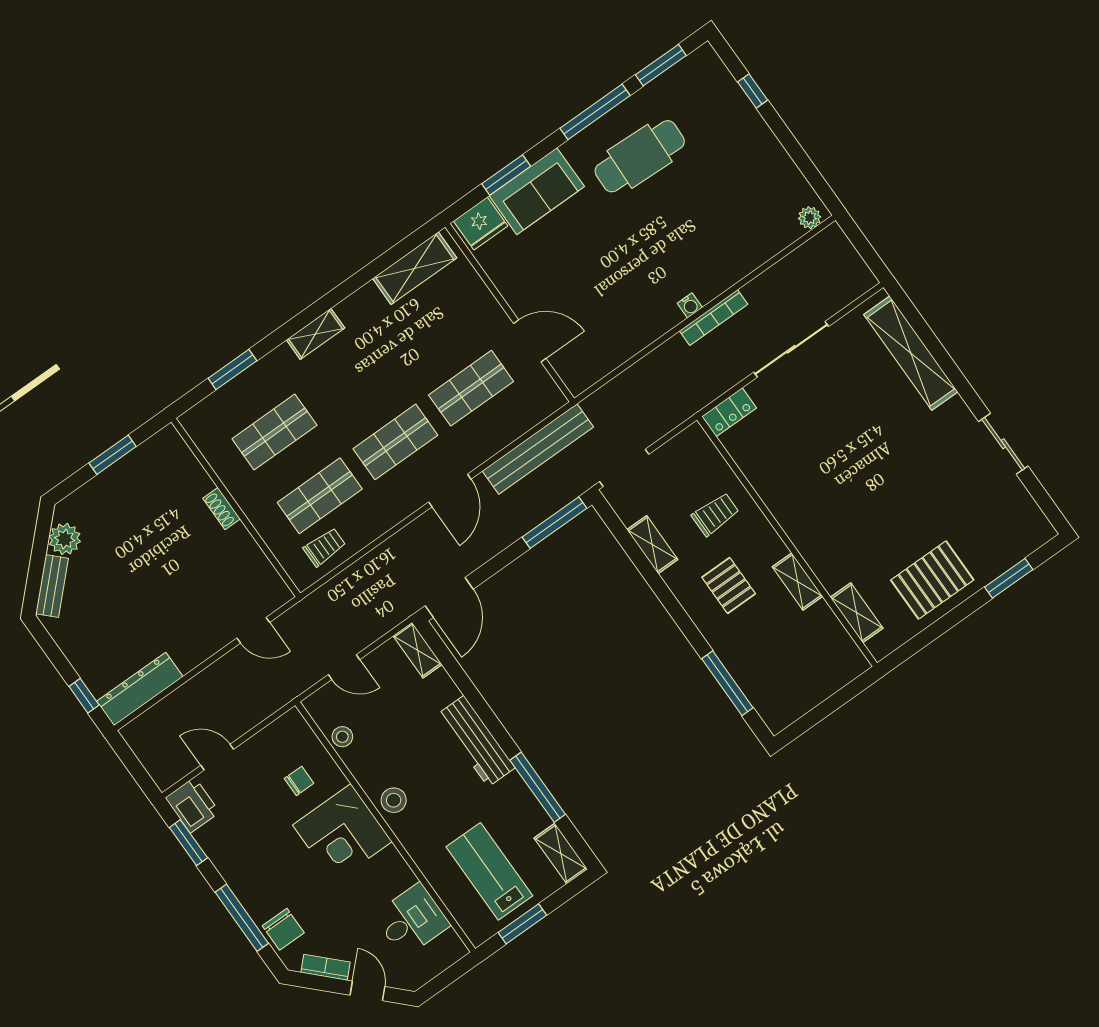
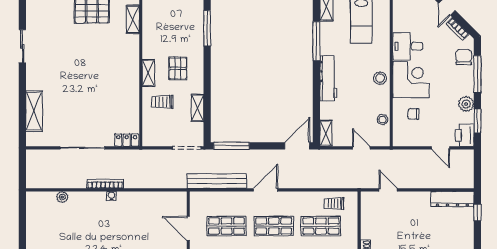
plant: (810, 218) -> (62, 197), moved
shelving: (911, 353) -> (34, 111), width x0.68
shelving: (797, 582) -> (148, 73), moved
plant: (226, 857) -> (466, 104), added
desk: (412, 920) -> (408, 46), moved

